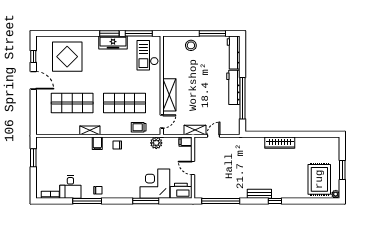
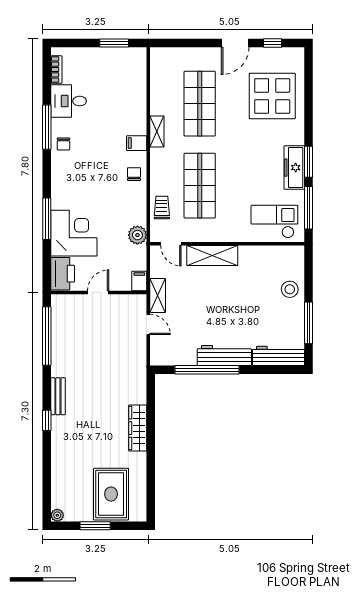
rug: (319, 179) -> (111, 494), moved, turned 90

